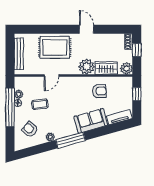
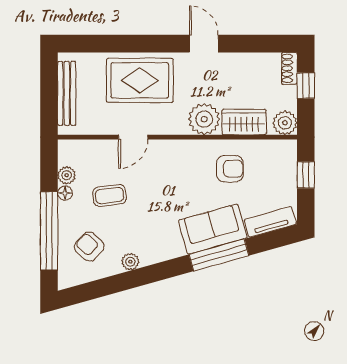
window: (10, 107) -> (49, 231), moved
window: (70, 140) -> (219, 255), moved

